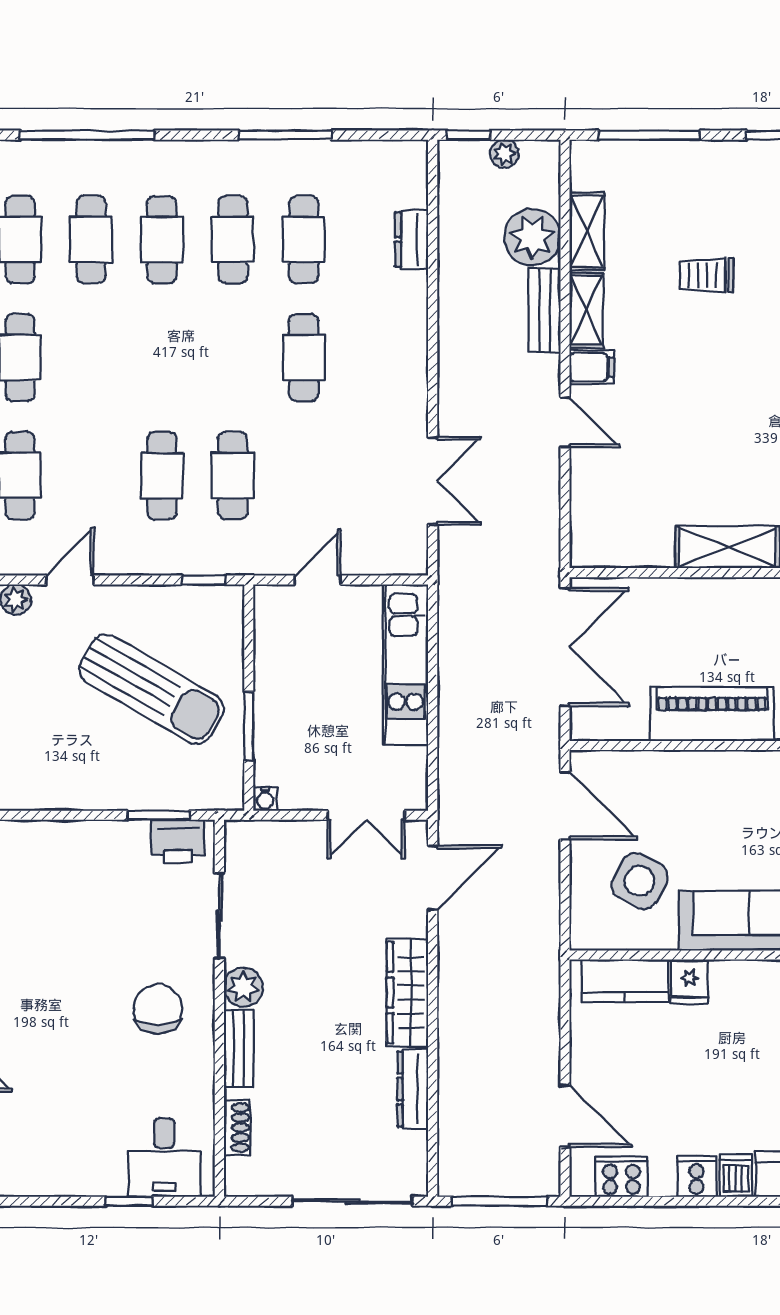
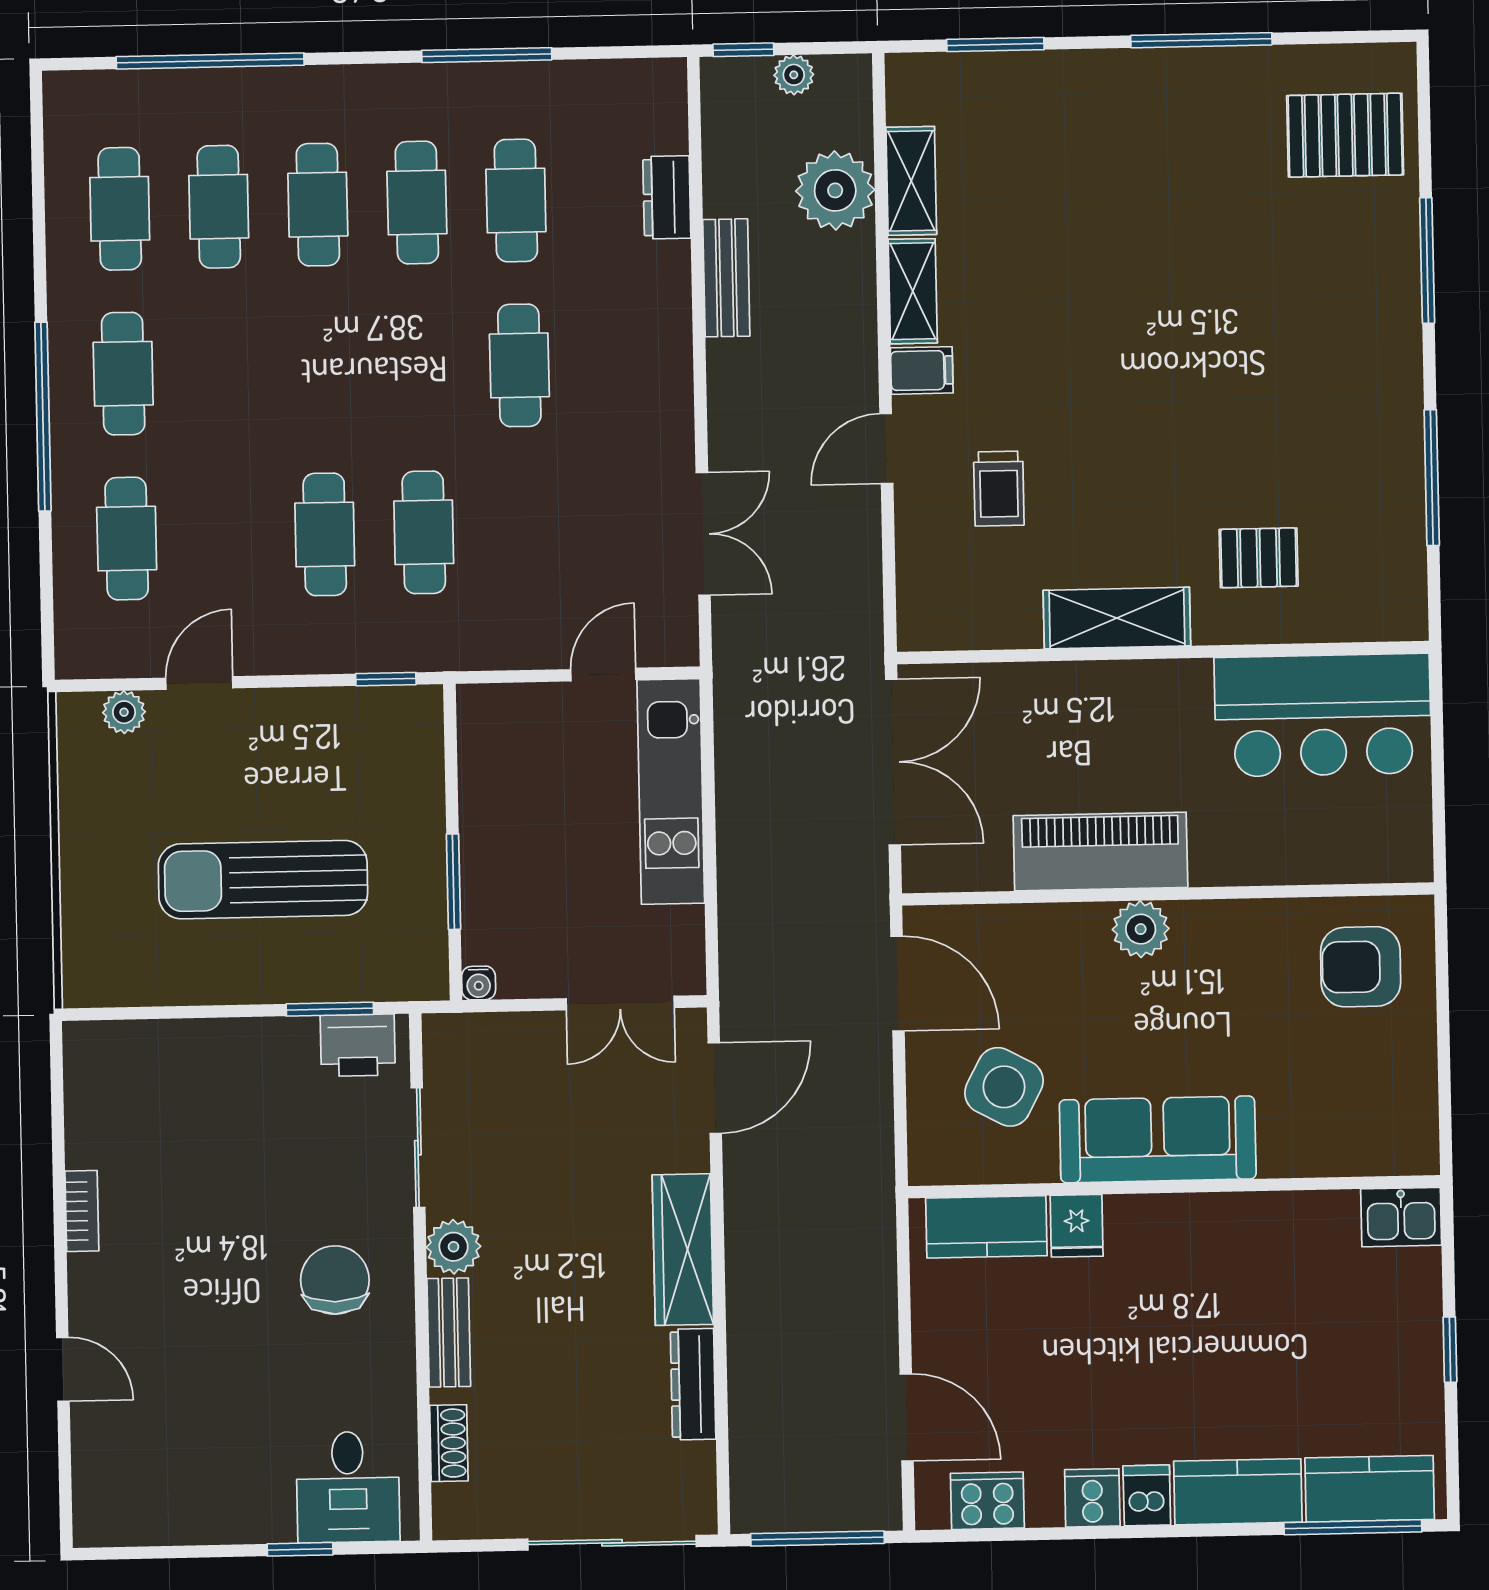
window: (649, 135) -> (995, 44), width x0.69
trolley: (706, 275) -> (999, 489), moved, turned -90
bench: (545, 310) -> (726, 278), moved
door: (565, 422) -> (886, 448), swing flipped
door: (318, 580) -> (603, 675), moved
sun lounger: (152, 689) -> (263, 880), moved, turned 150
plant: (740, 770) -> (1141, 929), added

